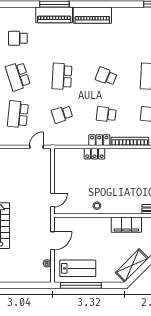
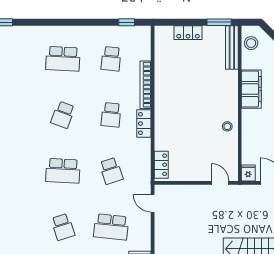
school desk: (18, 38) -> (15, 227), removed
school desk: (18, 76) -> (63, 227), width x0.54
locker: (94, 154) -> (161, 165), moved
fridge: (60, 222) -> (248, 173), added

